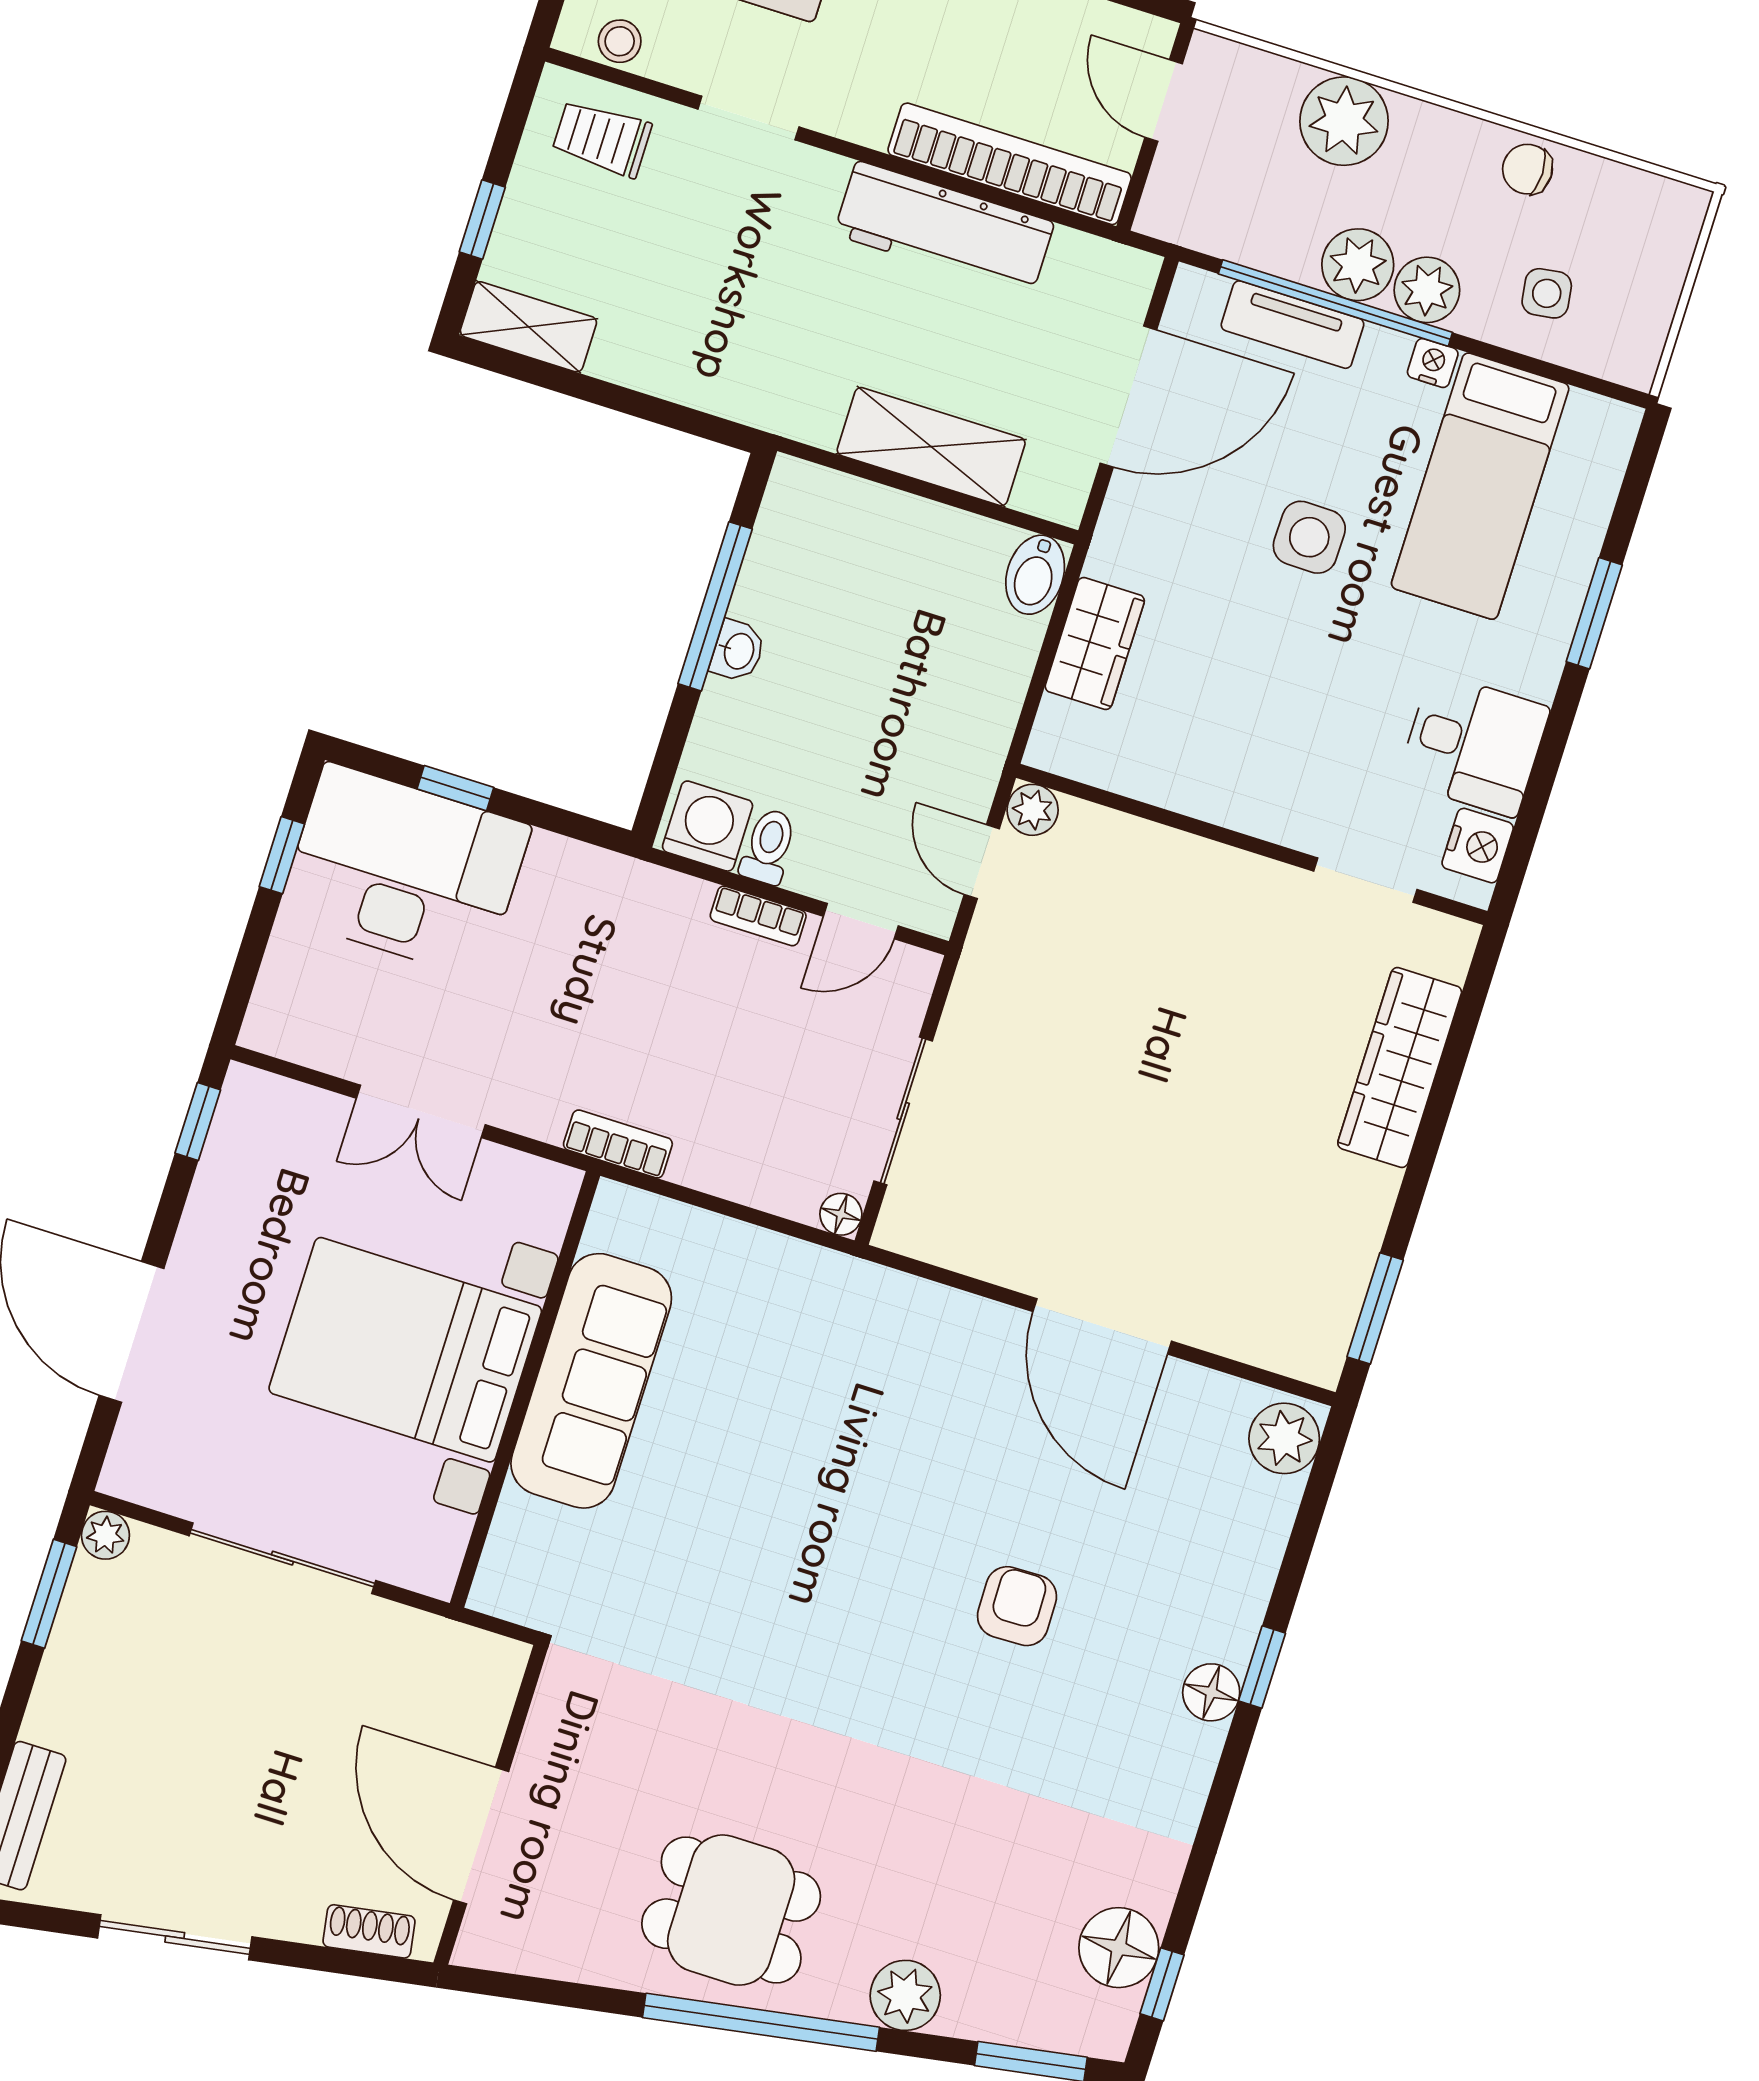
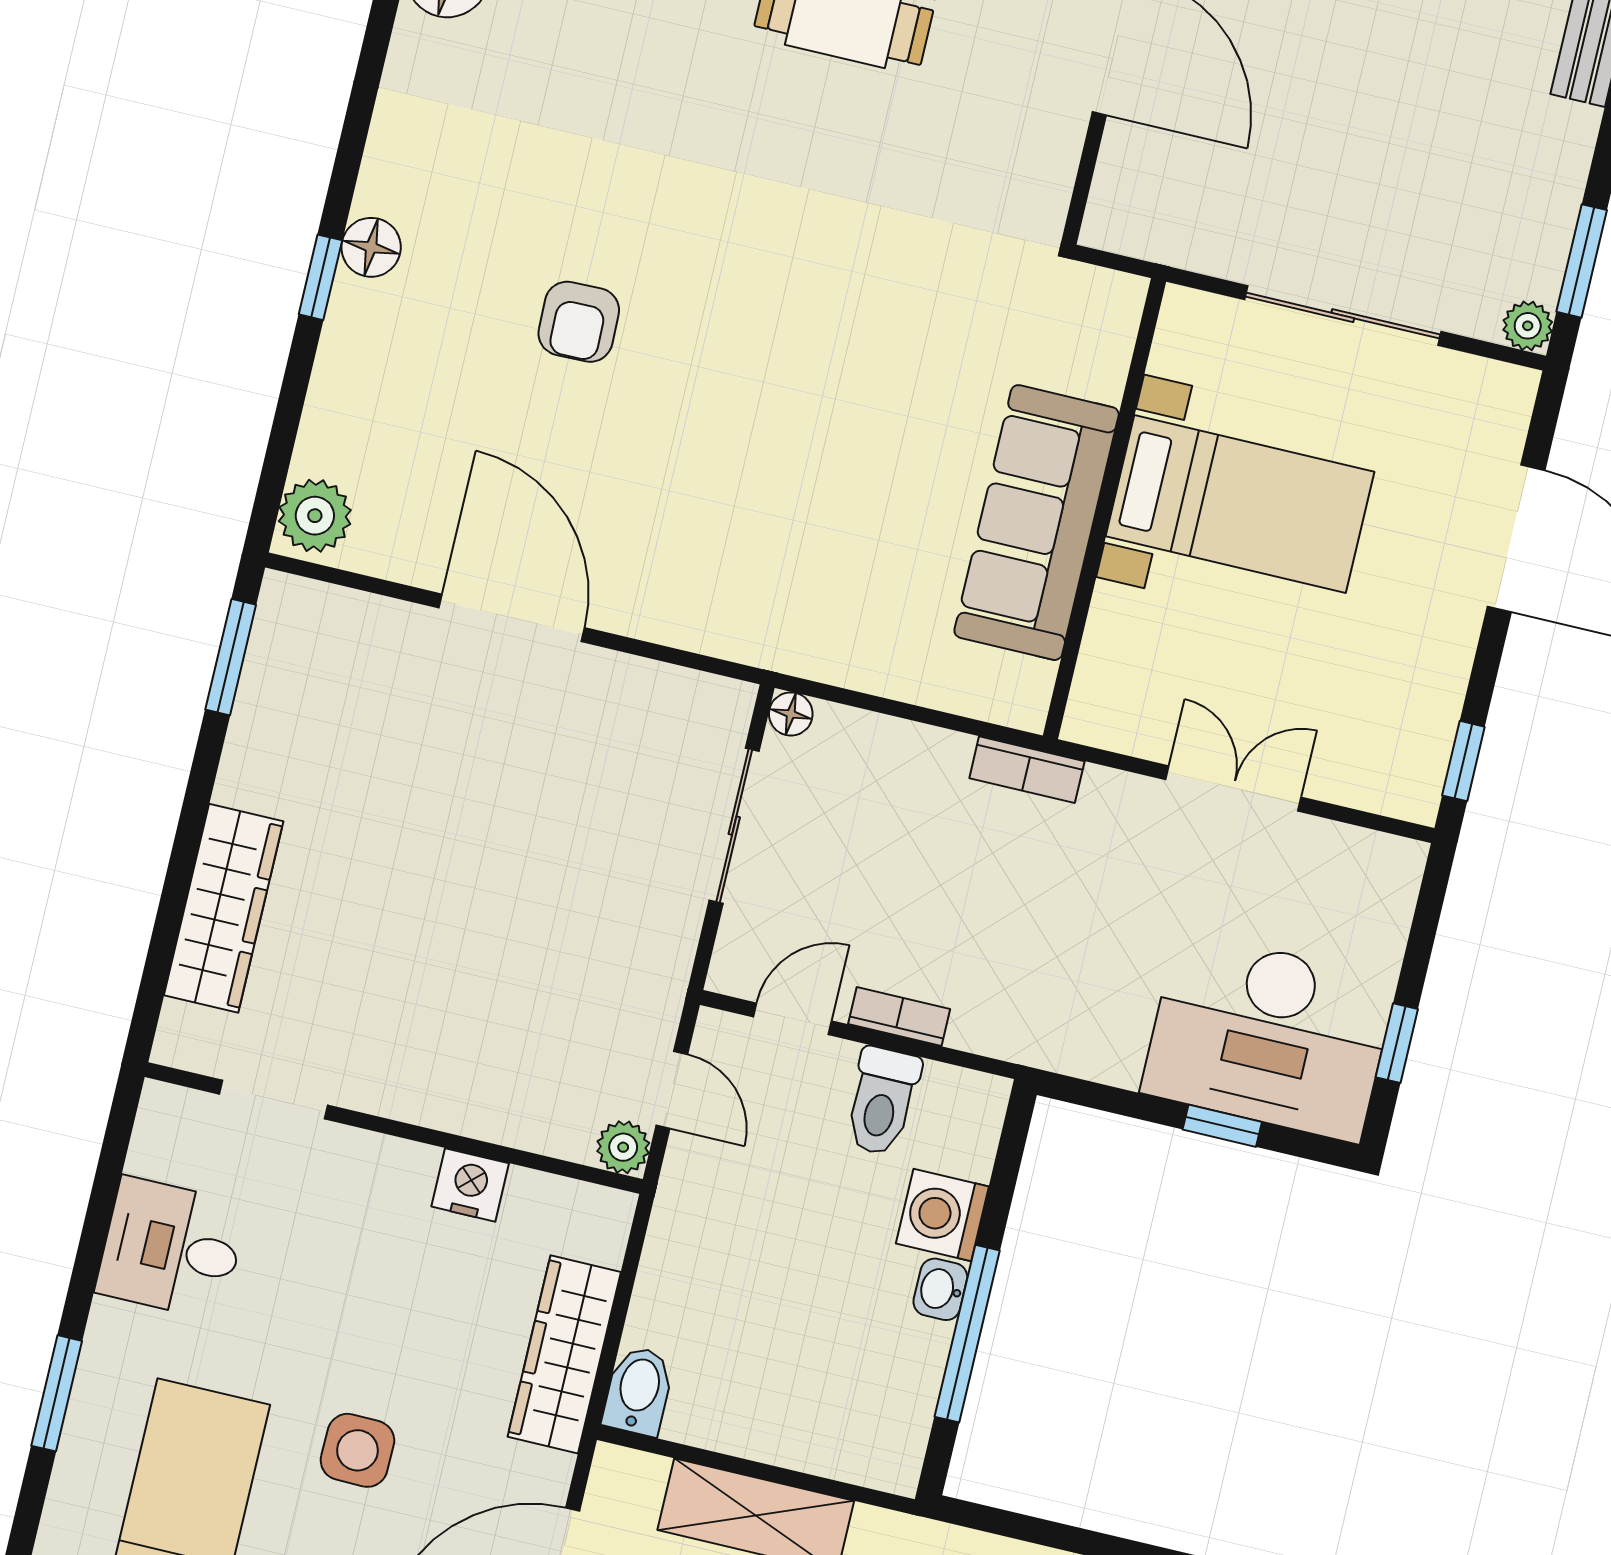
wardrobe: (1095, 644) -> (564, 1354), width x1.50
washing machine: (708, 826) -> (942, 1215), moved, turned 90
nightstand: (1478, 846) -> (470, 1185), moved, turned 90
toilet: (768, 847) -> (882, 1101), width x1.37, depth x1.39
bed with nightstands: (405, 1350) -> (1240, 504), width x0.73

